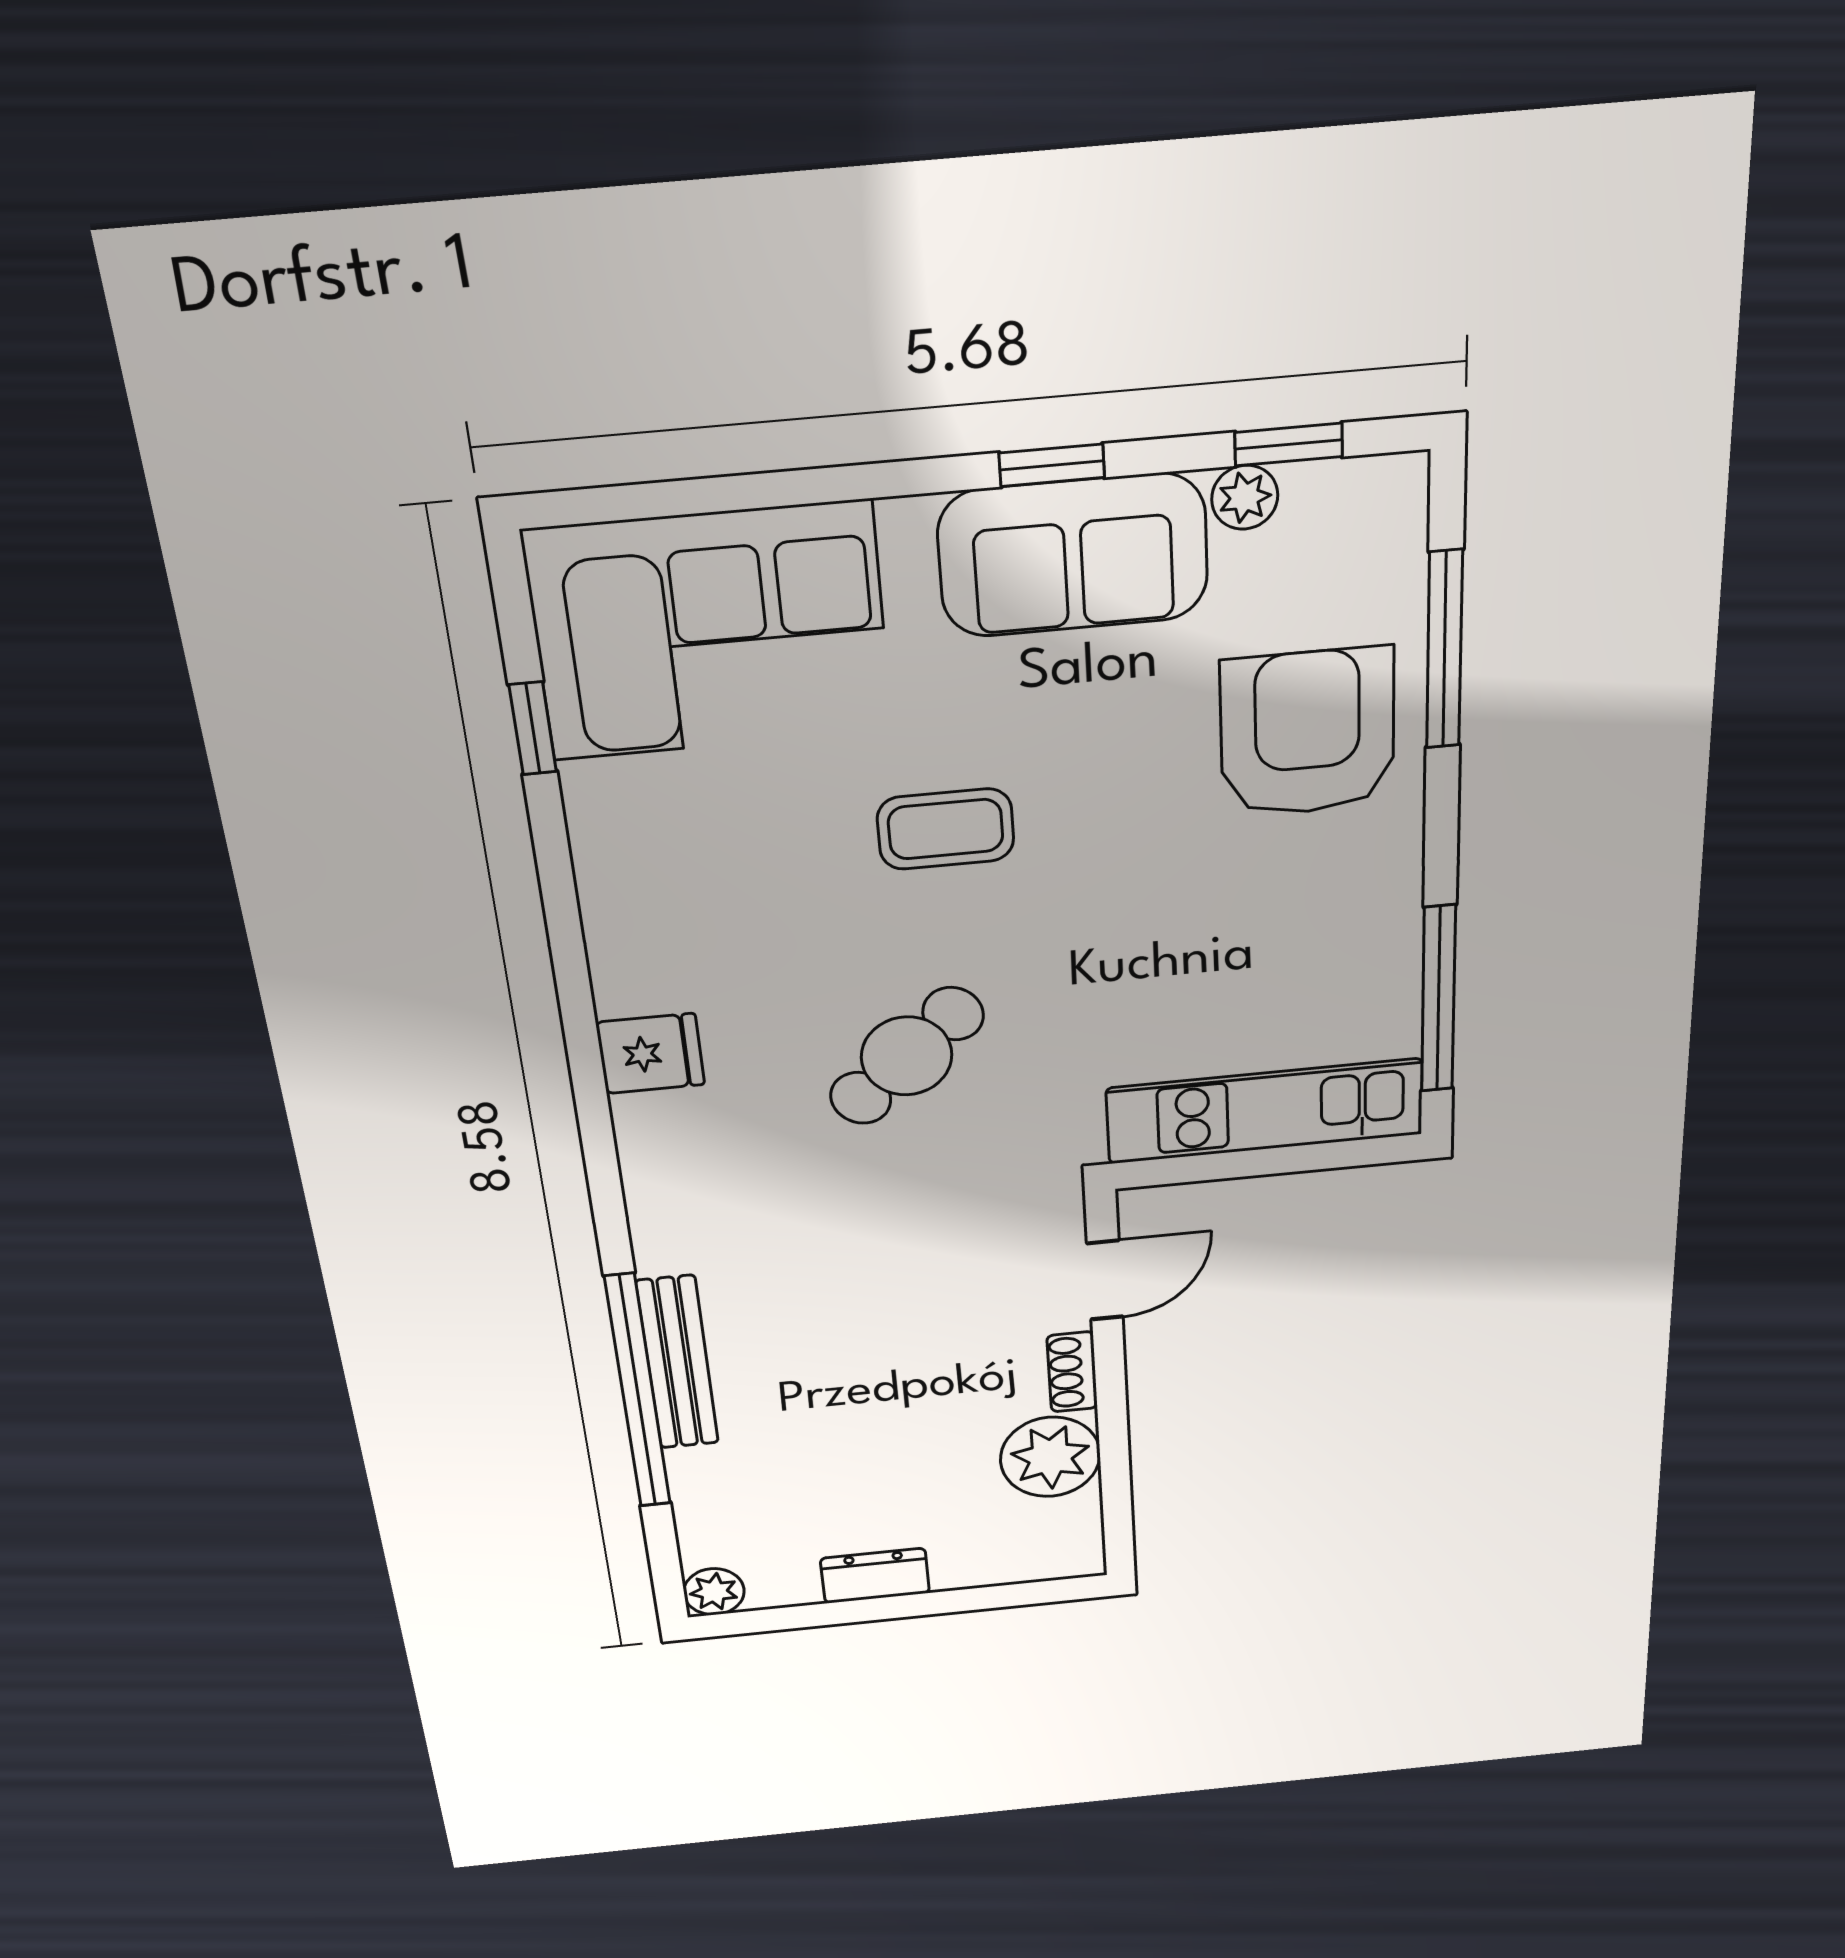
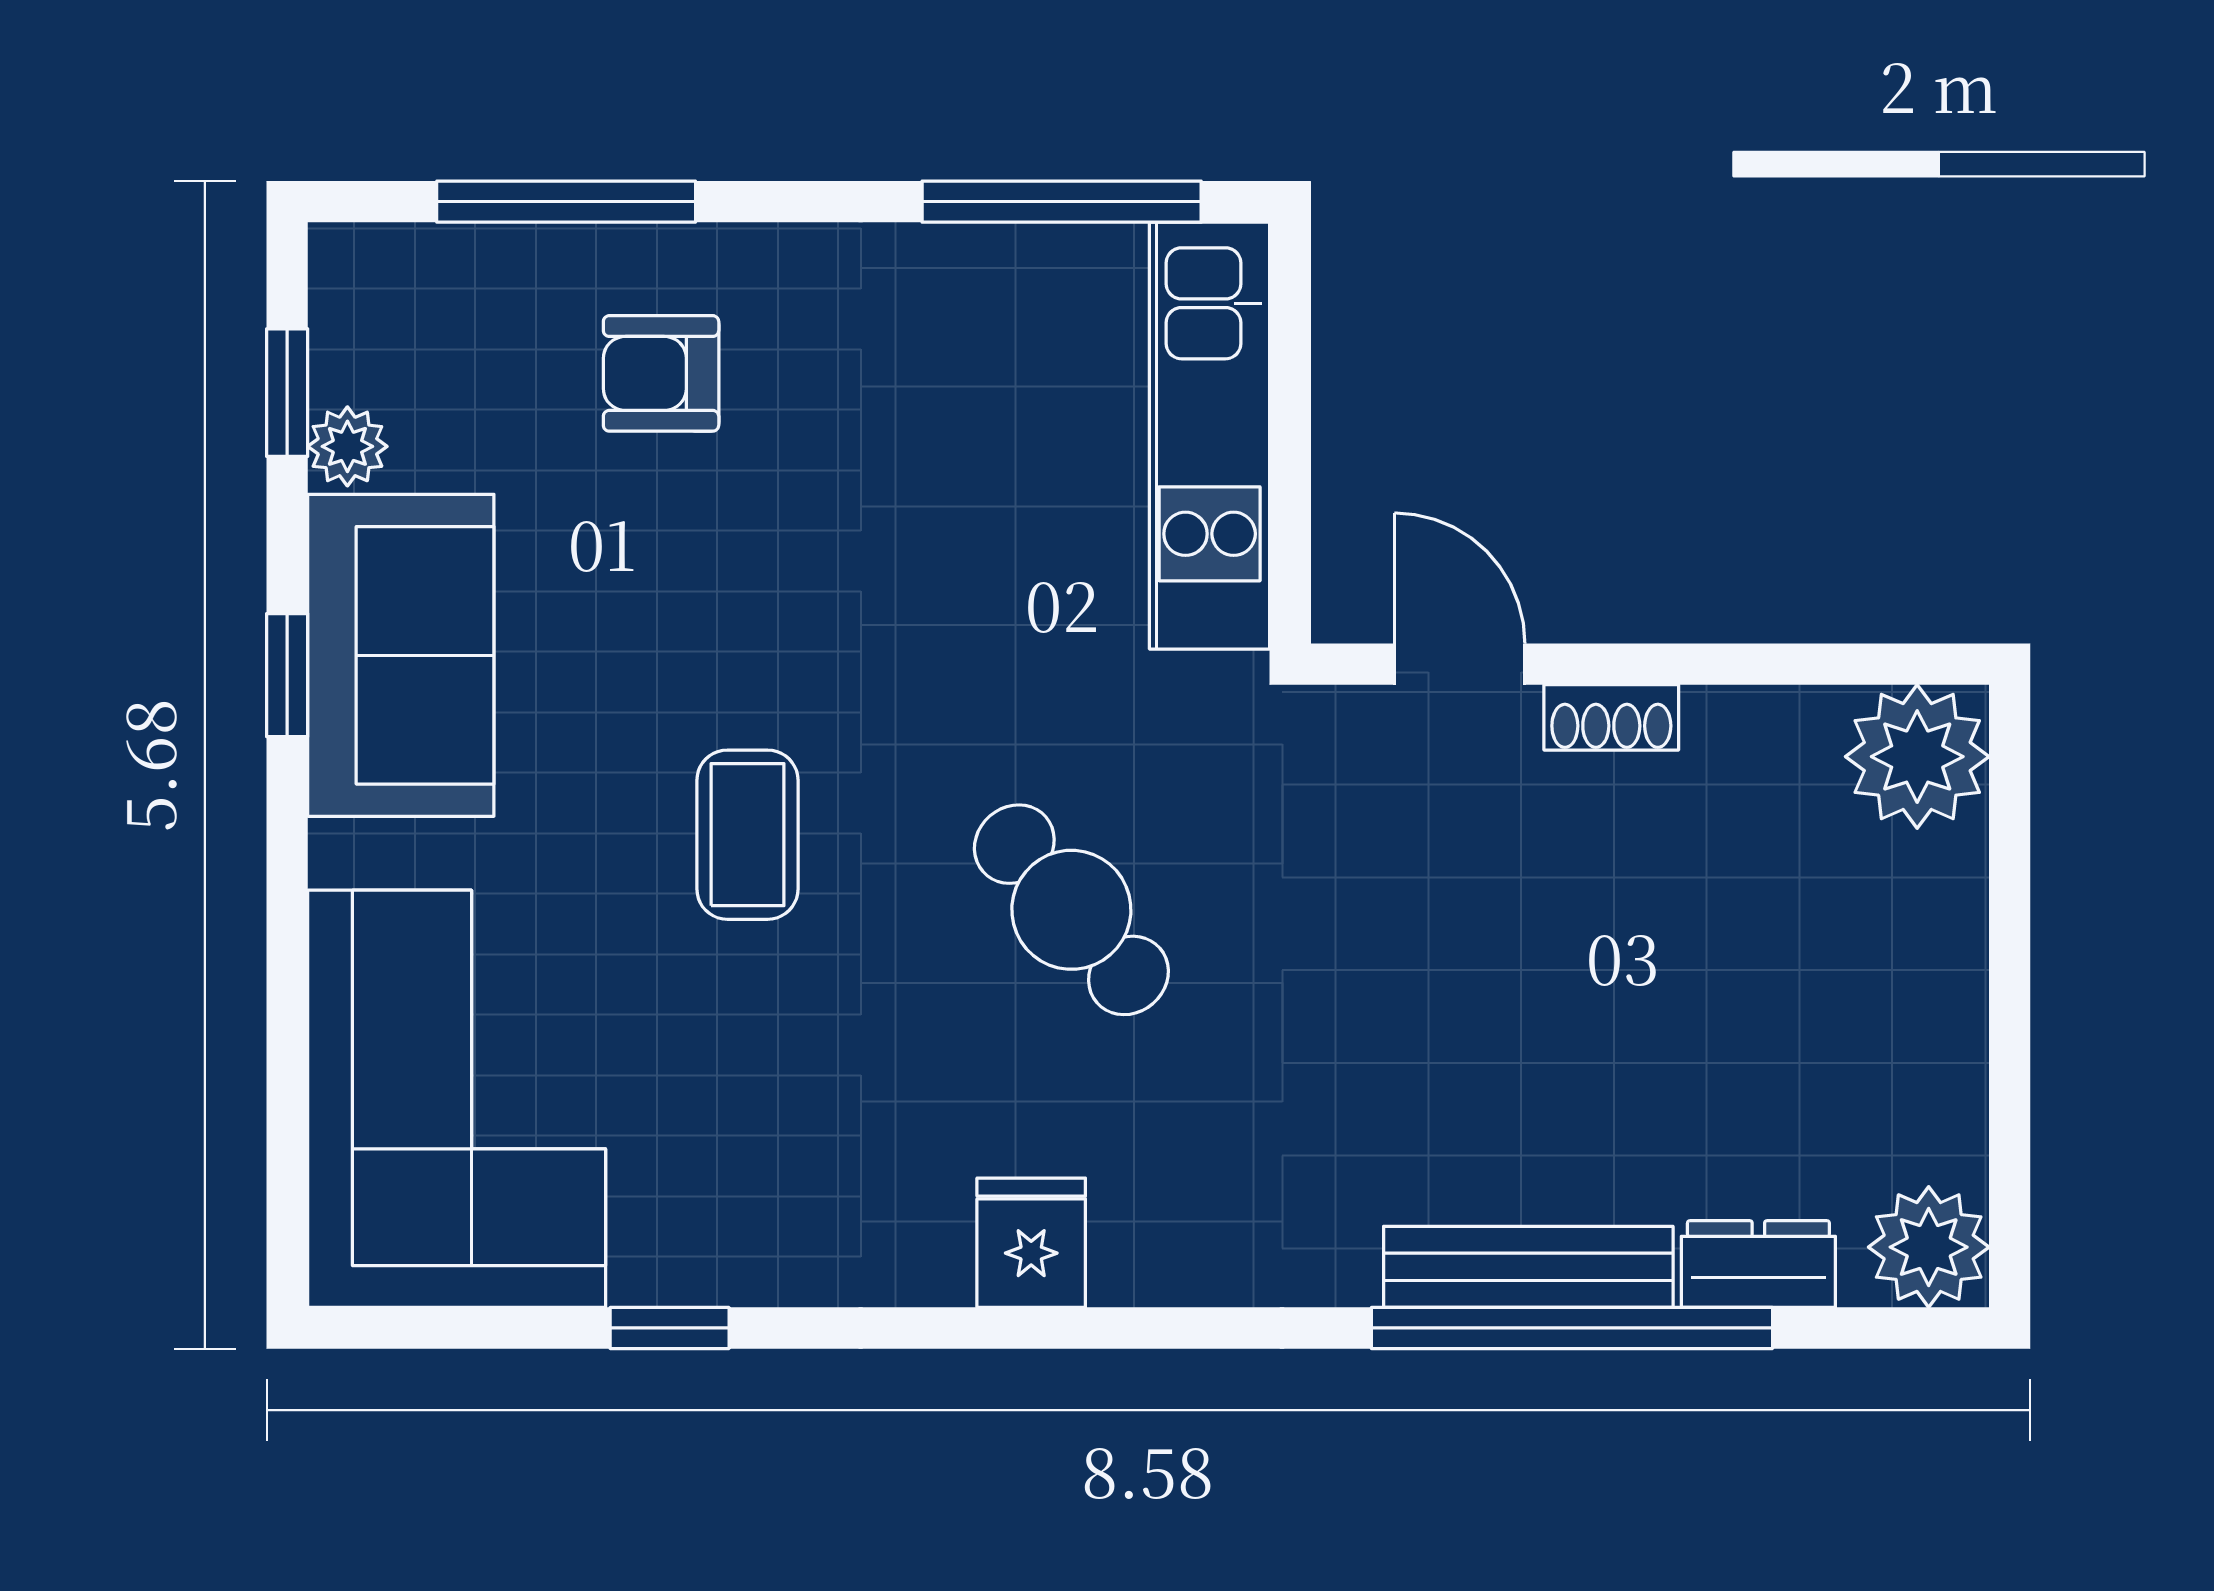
window: (533, 728) -> (670, 1328), moved
armchair: (1307, 733) -> (661, 373), width x0.53, depth x0.53
plant: (1050, 1457) -> (1917, 757), moved
dresser: (875, 1576) -> (1758, 1264), moved, turned 90
plant: (714, 1592) -> (1929, 1247), width x1.38, depth x1.38

